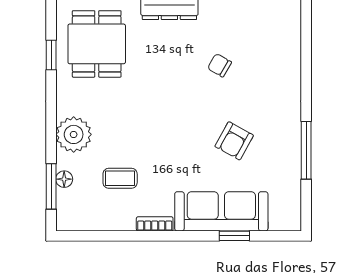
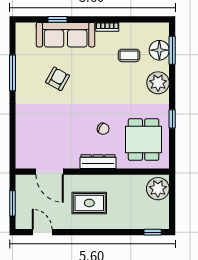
window: (51, 55) -> (172, 119), moved
chair: (220, 65) -> (103, 129), moved
floor lamp: (64, 179) -> (159, 50), width x1.89, depth x1.89

